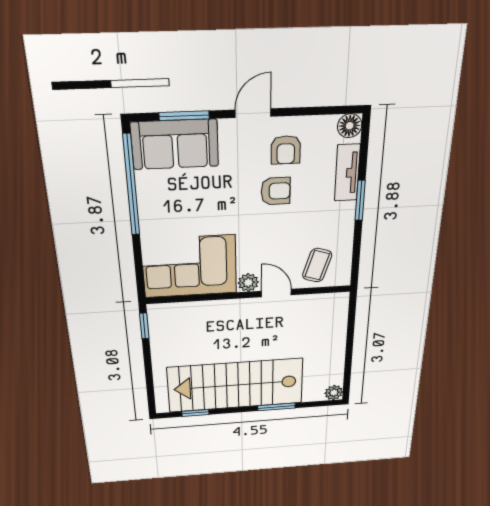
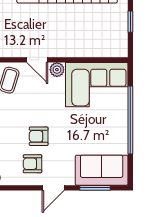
armchair: (286, 150) -> (32, 164), turned -90
window: (131, 186) -> (130, 120), moved
window: (144, 326) -> (130, 22), moved

